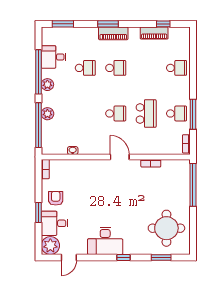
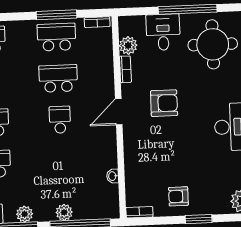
school desk: (177, 113) -> (56, 37), width x1.85
plant: (168, 166) -> (128, 45), added
window: (193, 185) -> (188, 9), moved
armchair: (125, 191) -> (164, 103), added
desk: (55, 223) -> (163, 32), moved, turned 180

